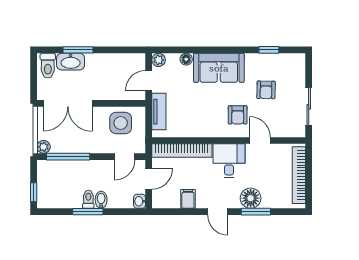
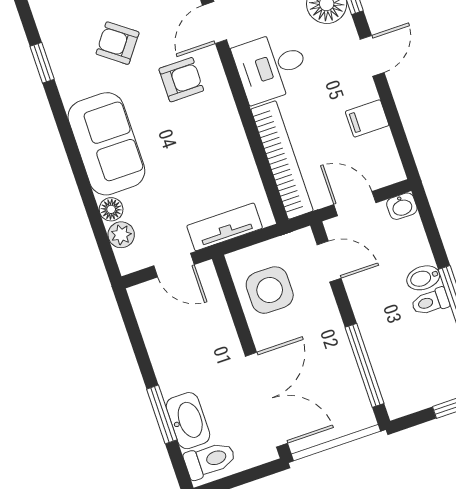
plant: (159, 60) -> (121, 235), moved
armchair: (266, 90) -> (118, 43), turned -144
plant: (44, 147) -> (362, 417), removed

